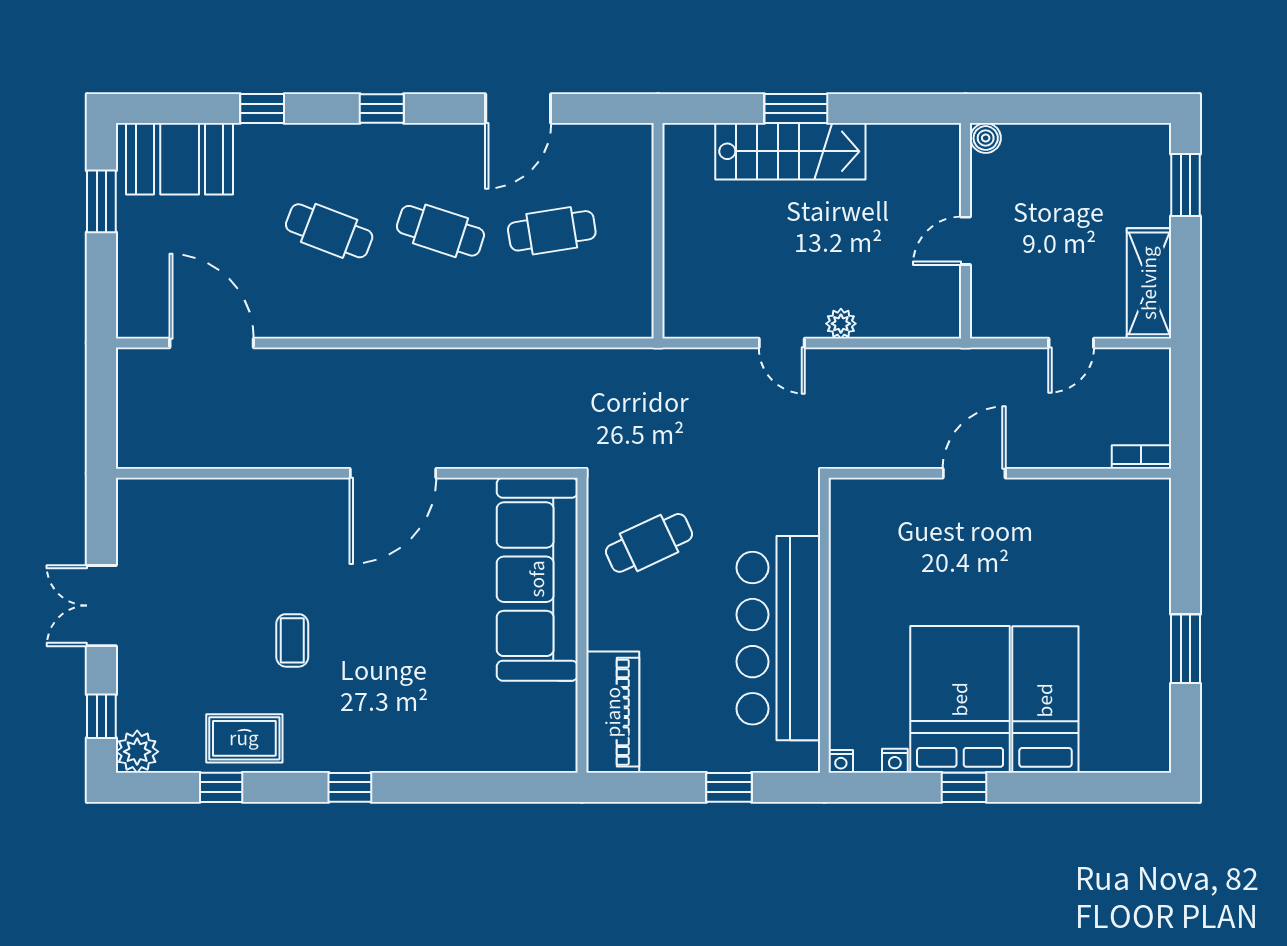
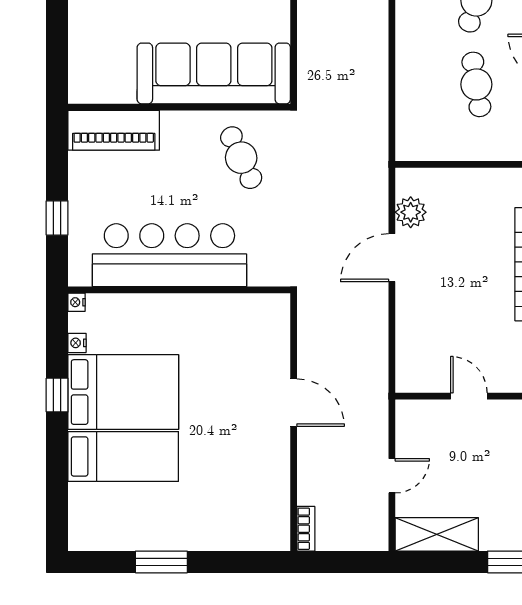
plant: (841, 324) -> (411, 212), moved, width x1.38, depth x1.38
door: (782, 343) -> (392, 258), width x1.38
door: (1071, 343) -> (392, 476), swing flipped

